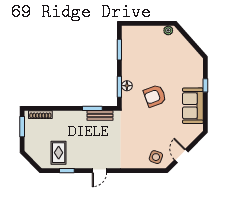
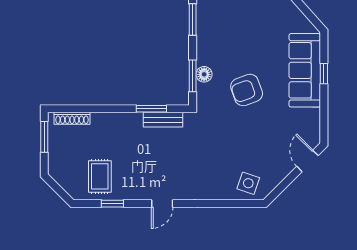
sofa: (193, 106) -> (305, 70), moved, width x1.36
door: (181, 156) -> (307, 161), moved

